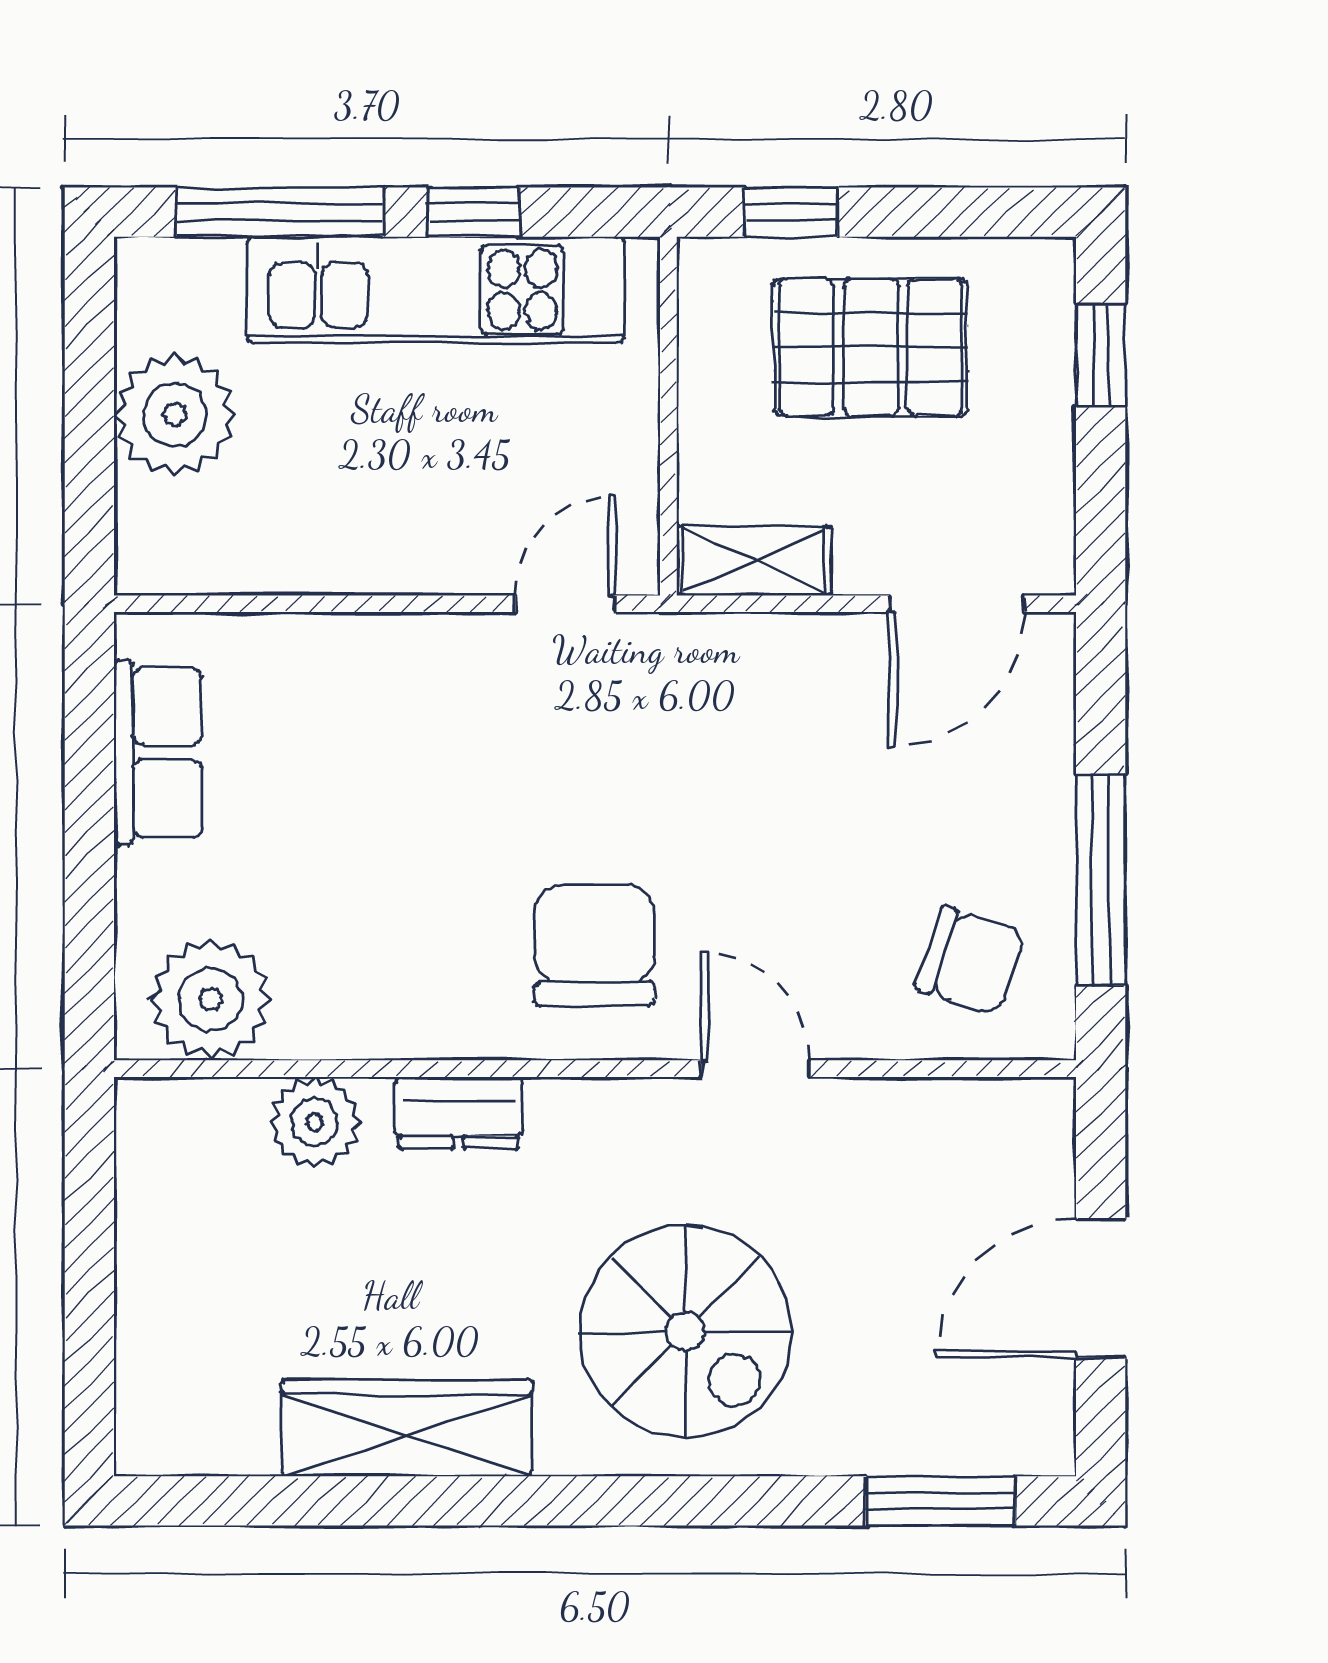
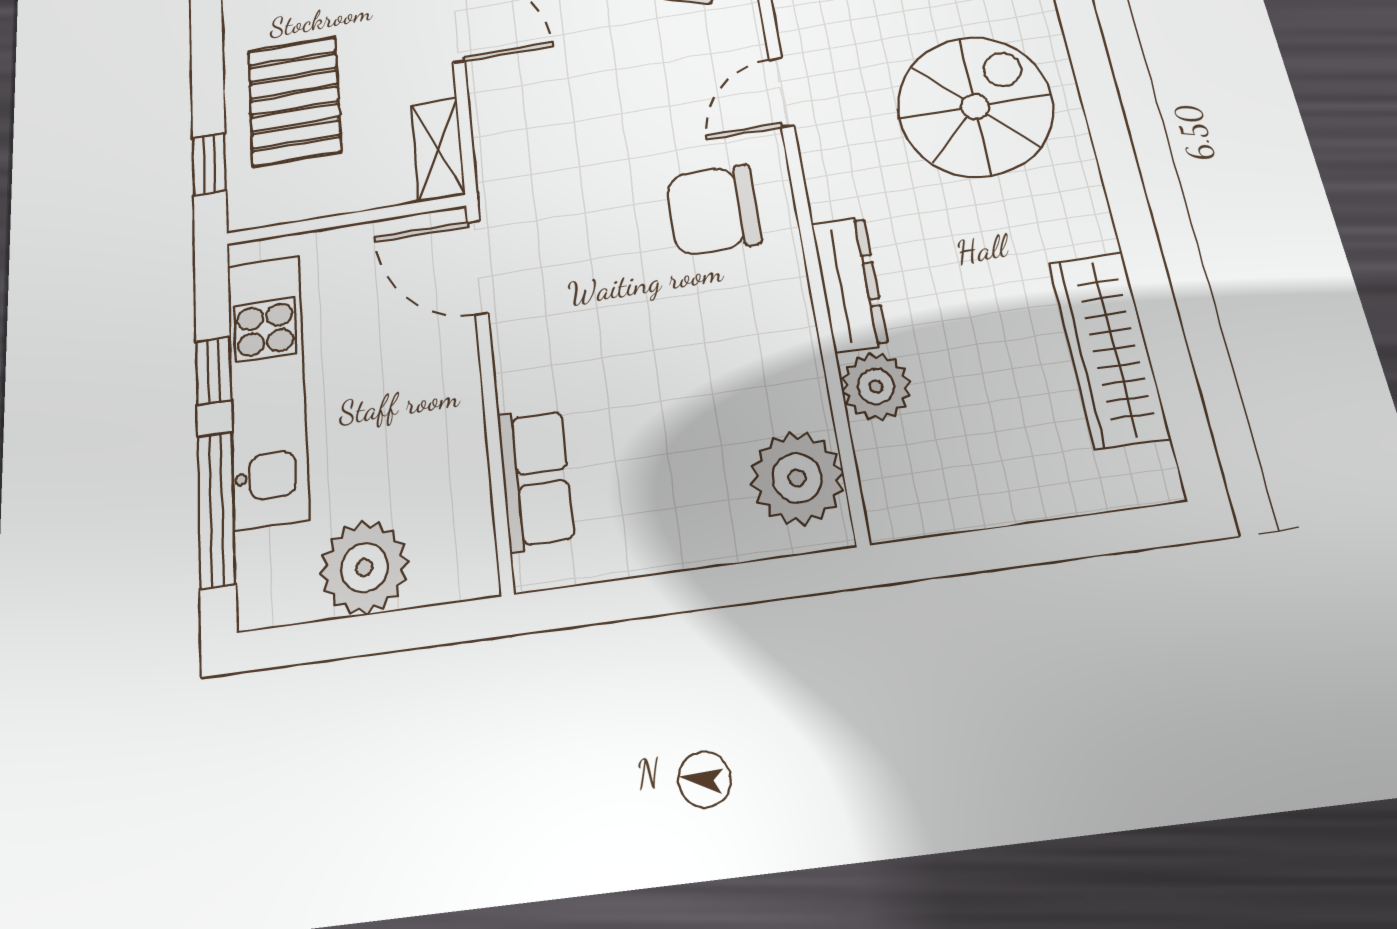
door: (565, 604) -> (478, 267), width x1.38
row of seats: (158, 752) -> (536, 478), moved, turned 90
dresser: (459, 1113) -> (849, 284), width x1.44
wardrobe: (407, 1428) -> (1109, 349), moved

